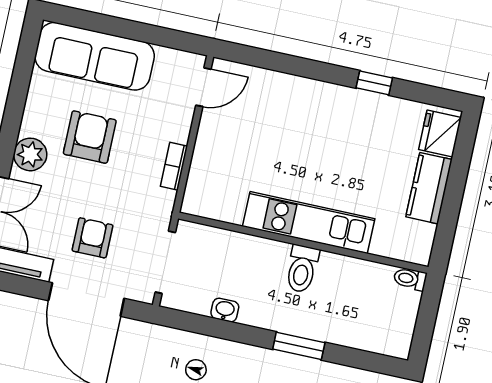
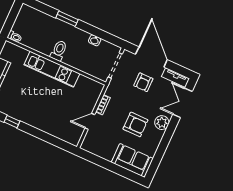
sofa: (95, 56) -> (132, 160), width x0.73
door: (203, 87) -> (90, 121), moved
armchair: (90, 137) -> (135, 124), turned -90

